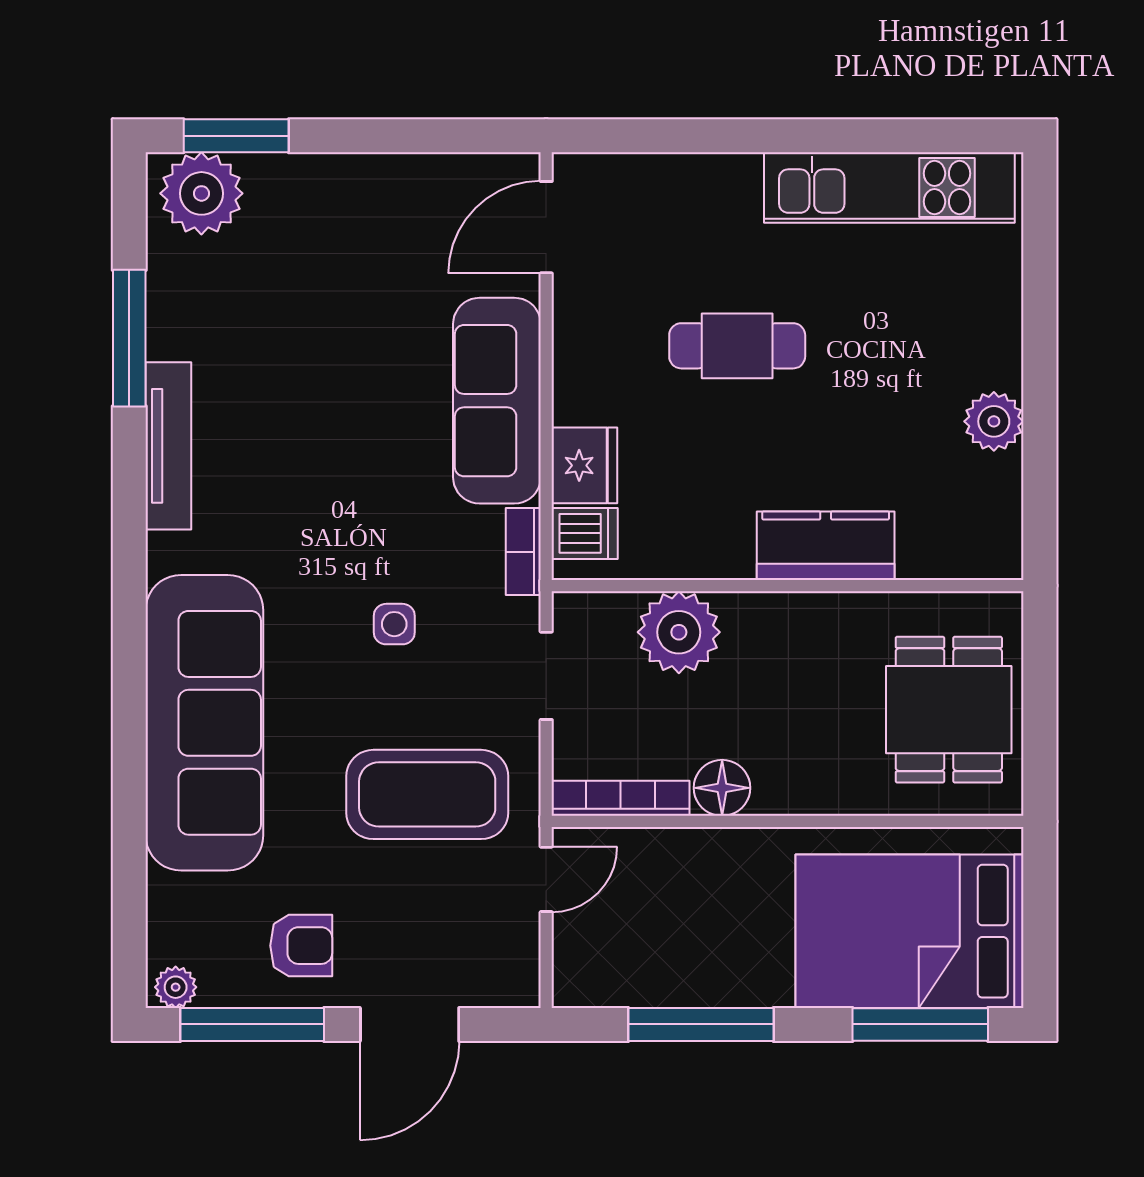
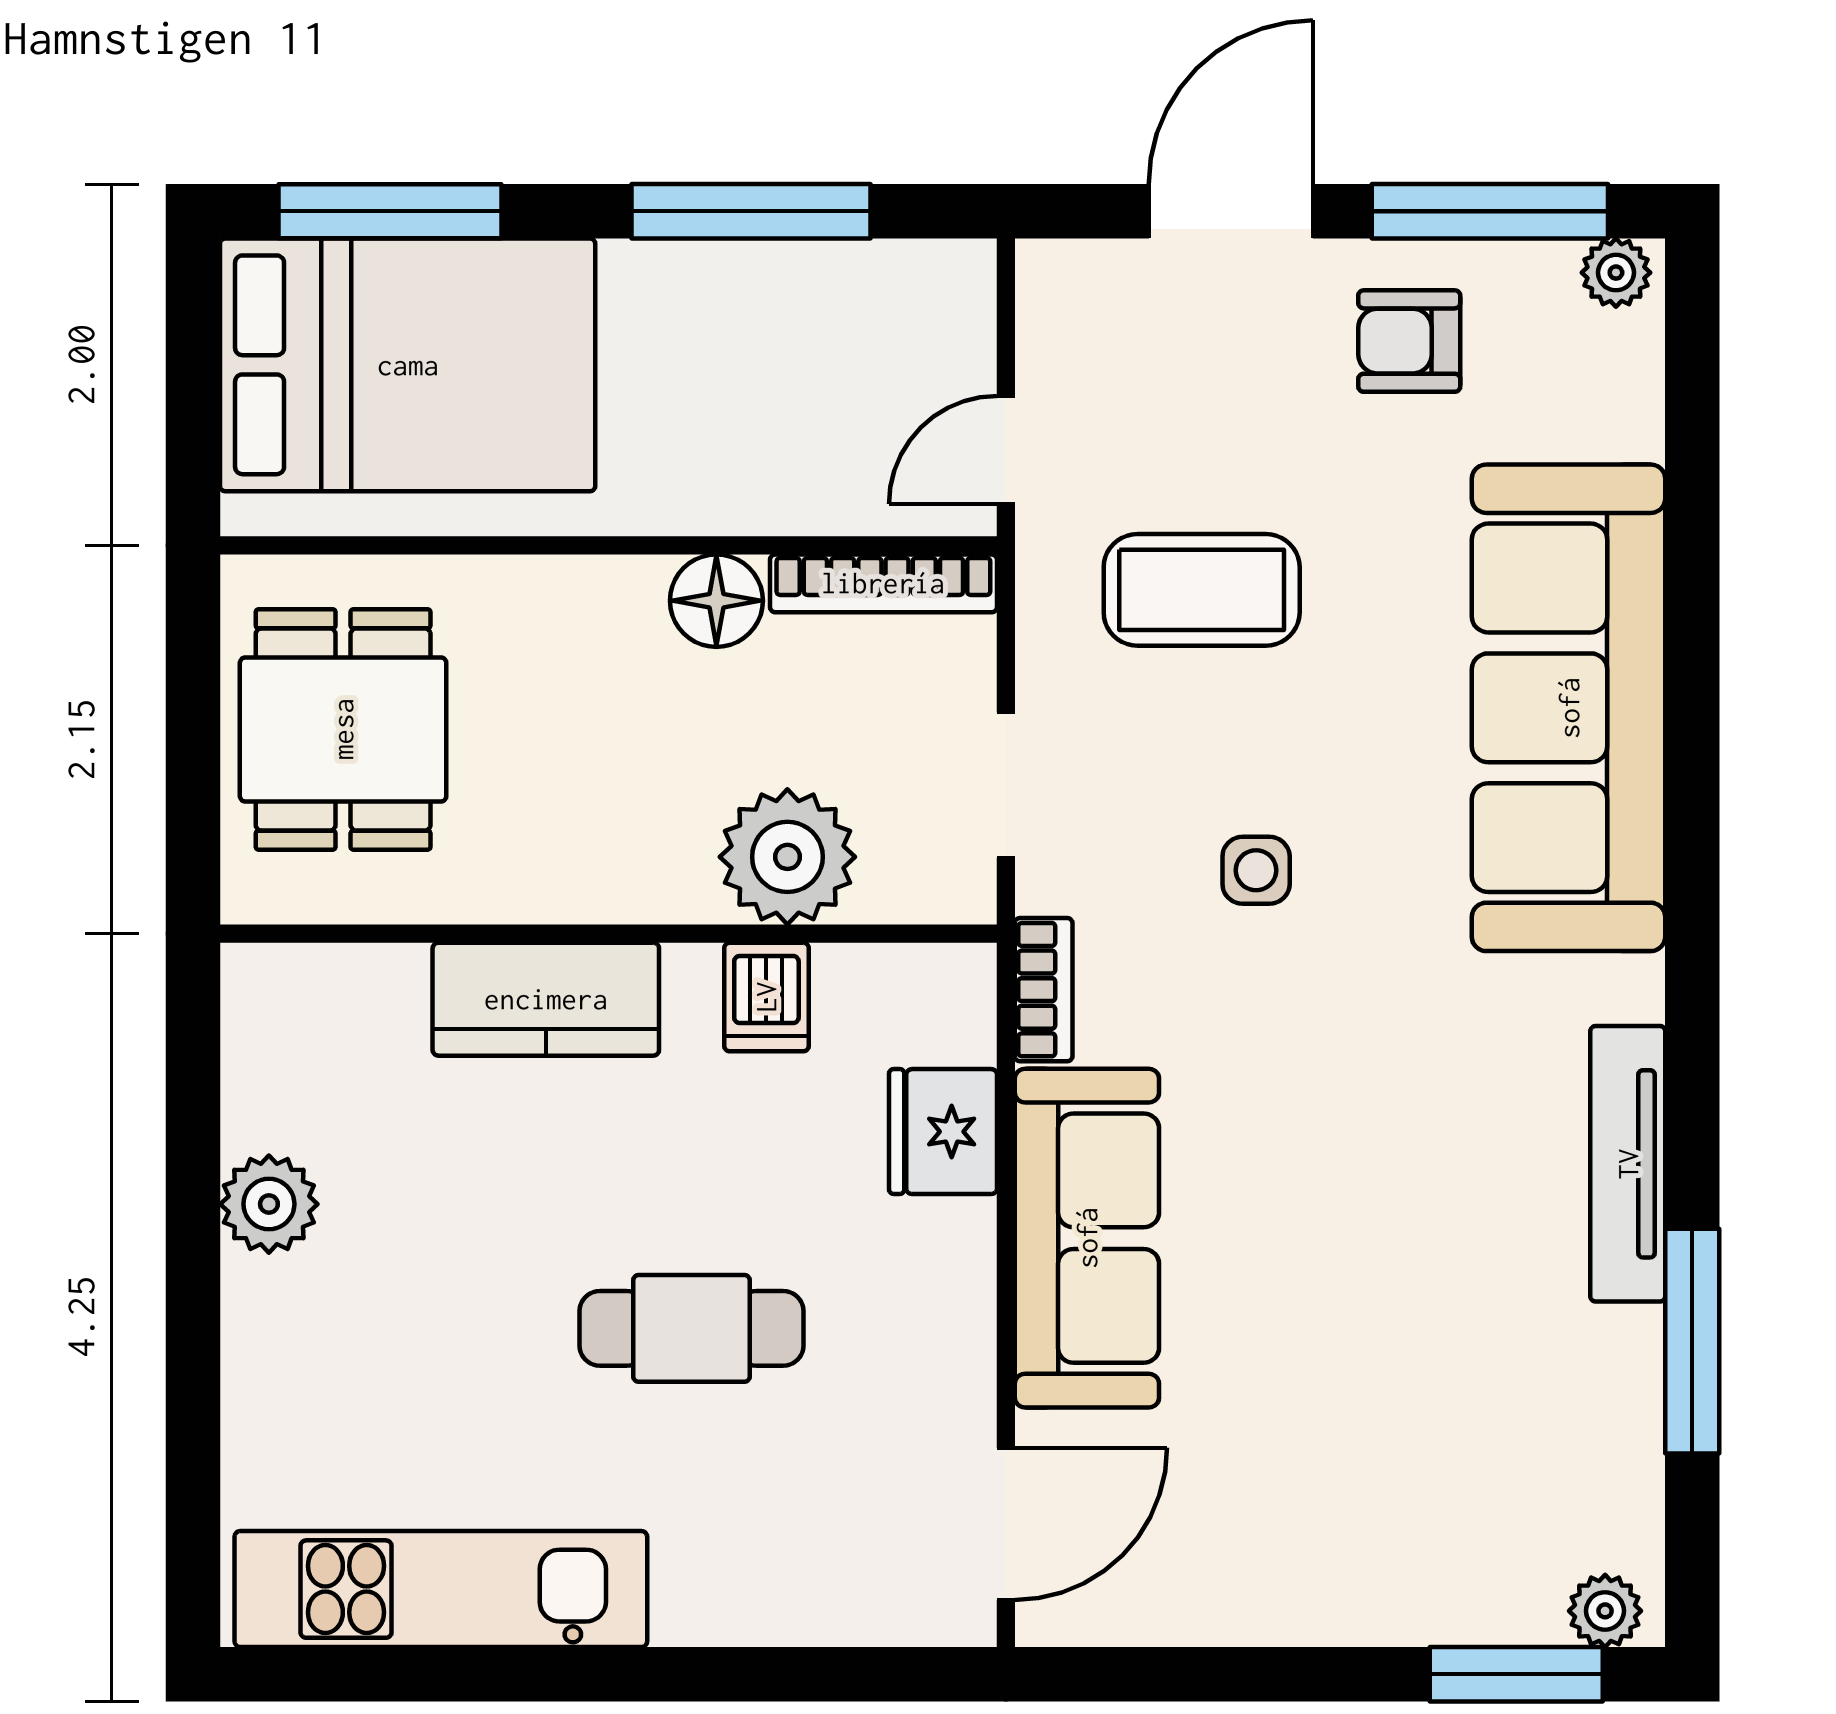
plant: (201, 193) -> (1605, 1611), width x0.53, depth x0.53
dishwasher: (585, 533) -> (766, 997), moved, turned -90
coffee table: (427, 794) -> (1202, 590), width x0.73, depth x0.76

